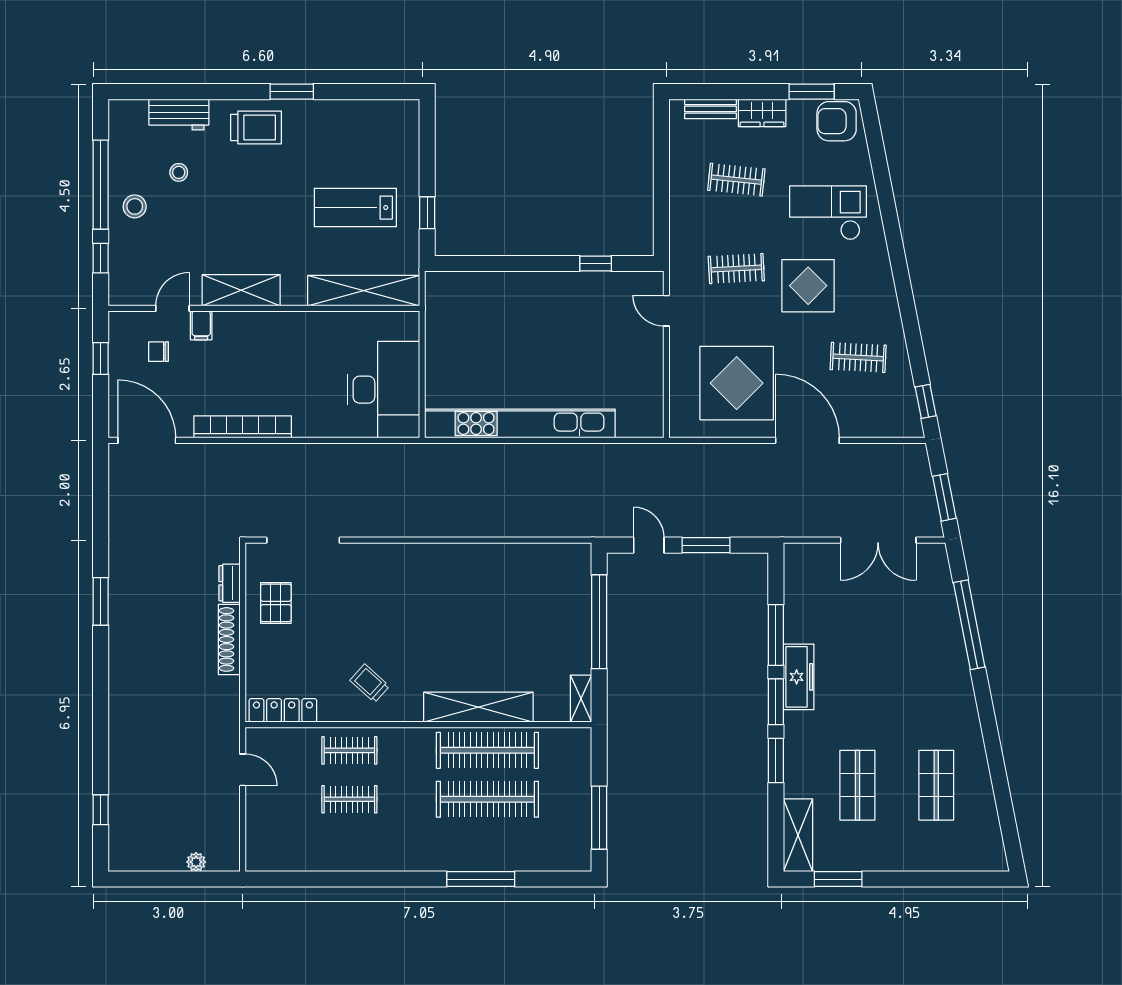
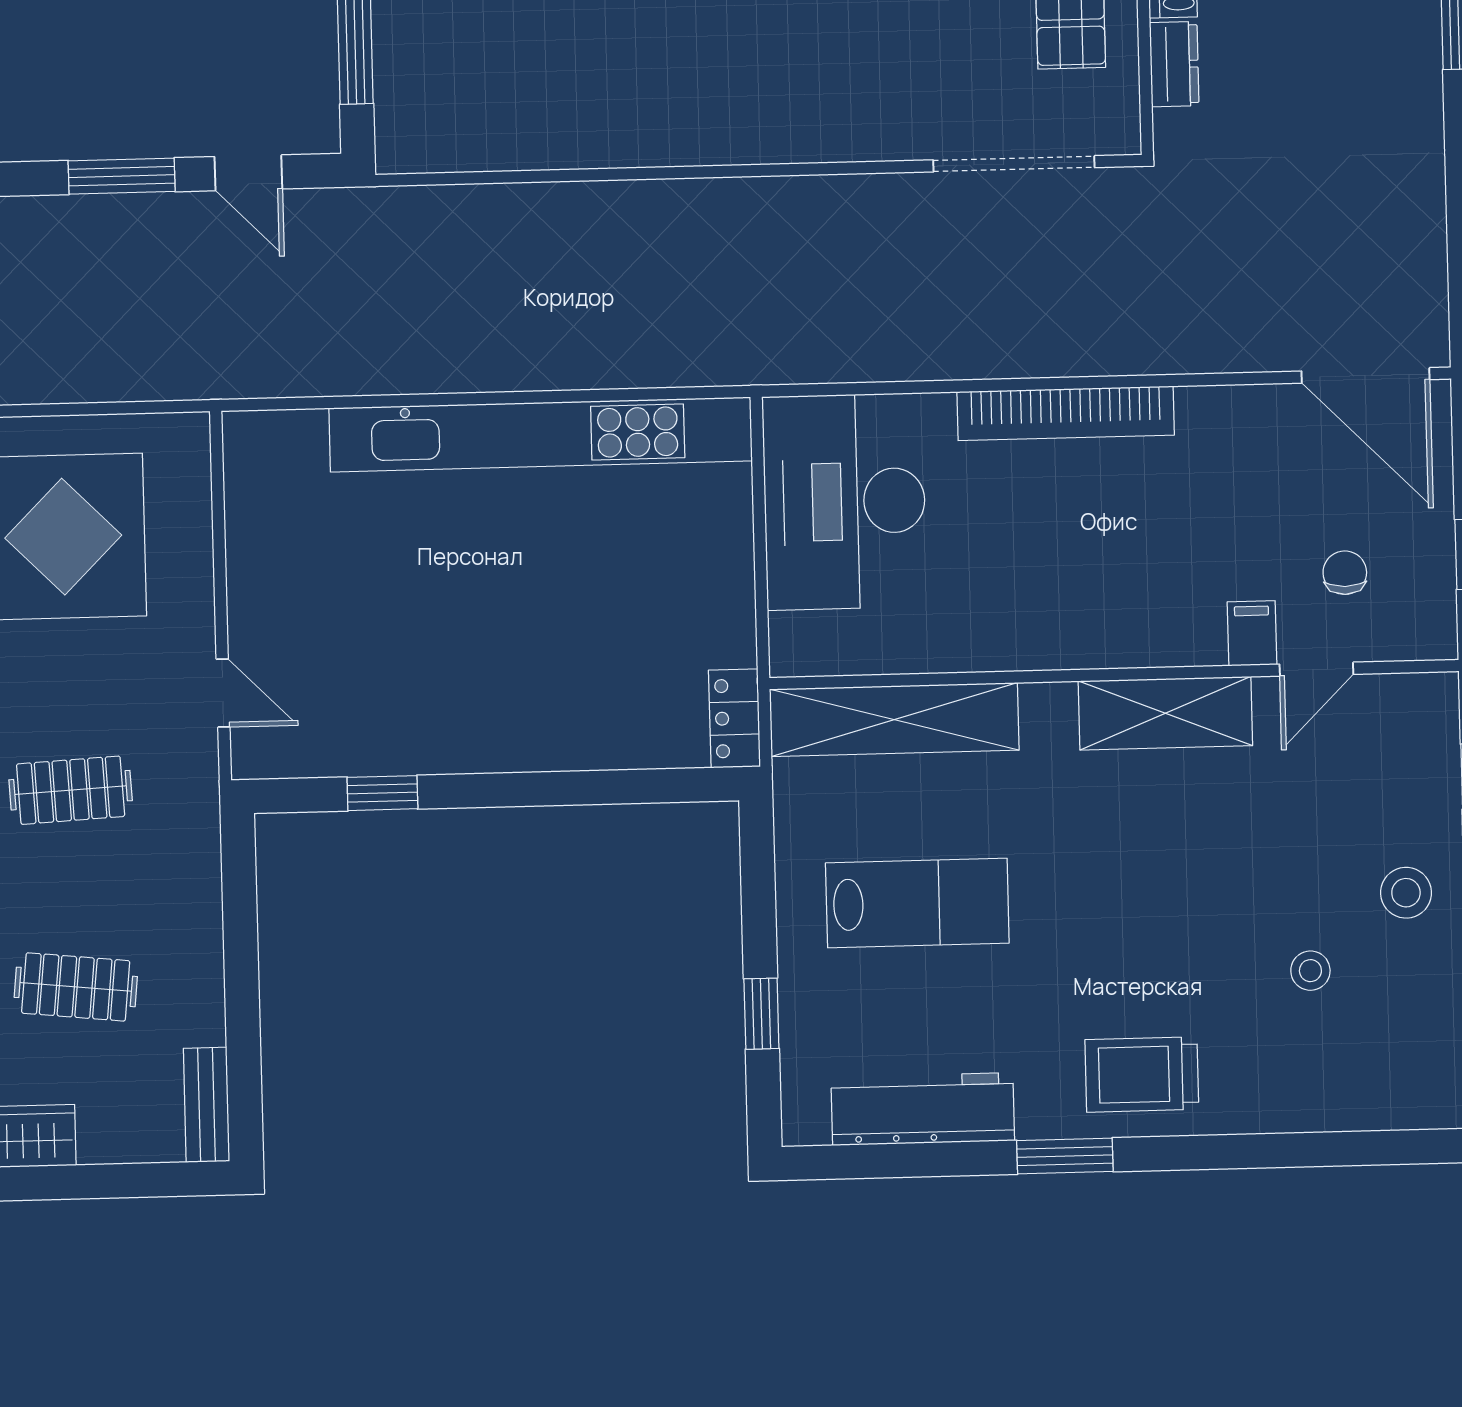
bench: (710, 109) -> (207, 1105), moved, turned 90
workbench: (179, 115) -> (923, 1109), moved, width x1.38
window: (427, 213) -> (761, 1014), moved
locker: (436, 293) -> (734, 718), added
chair: (159, 352) -> (1345, 573), turned -90
bookcase: (243, 427) -> (1066, 413), moved

